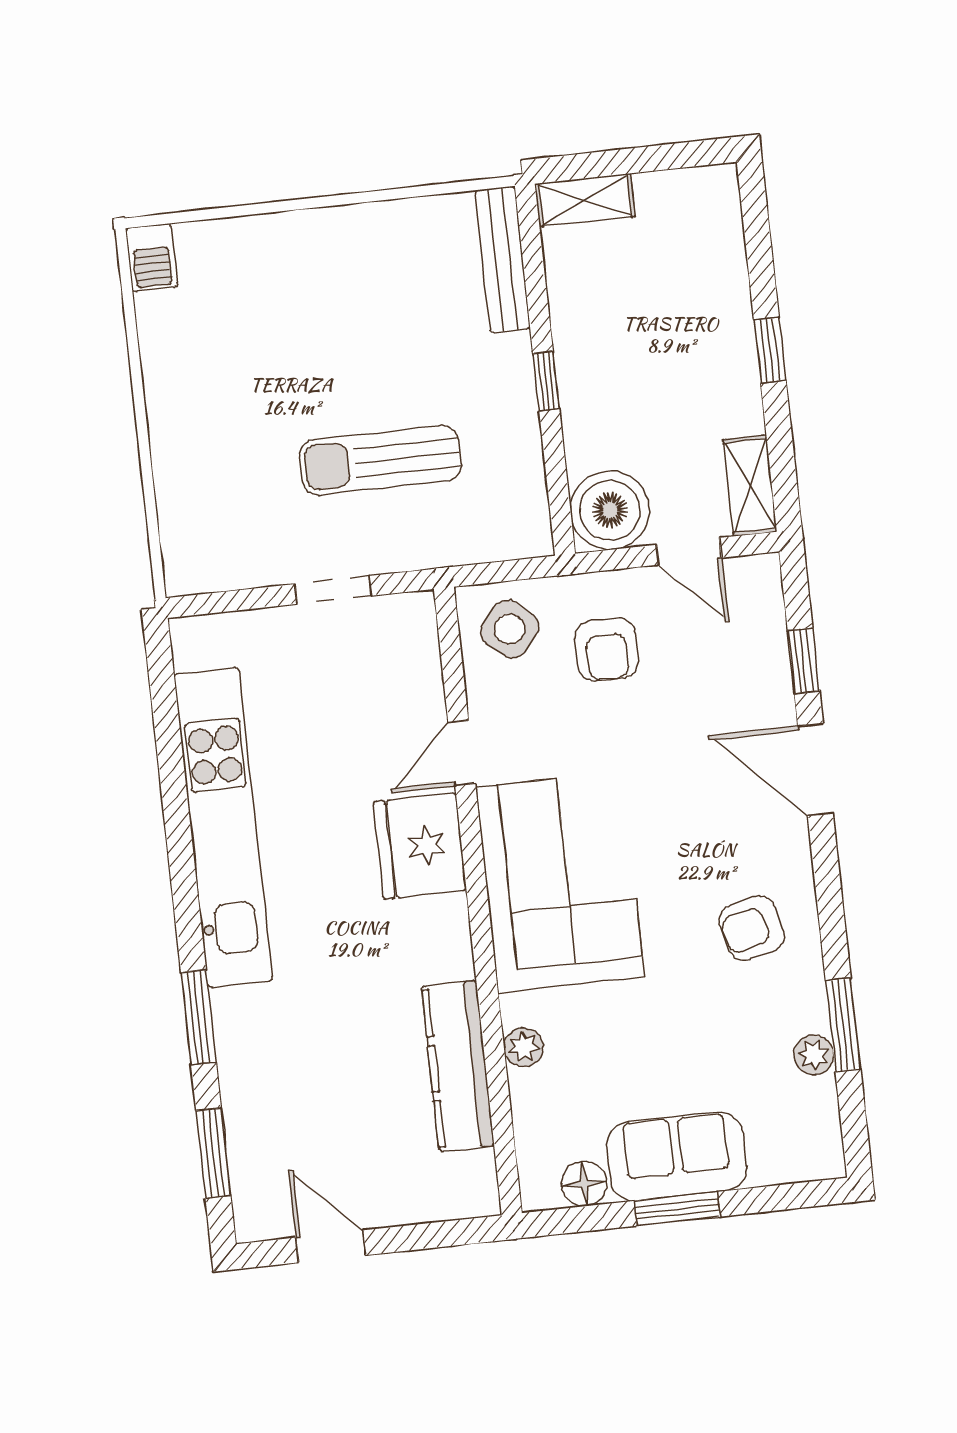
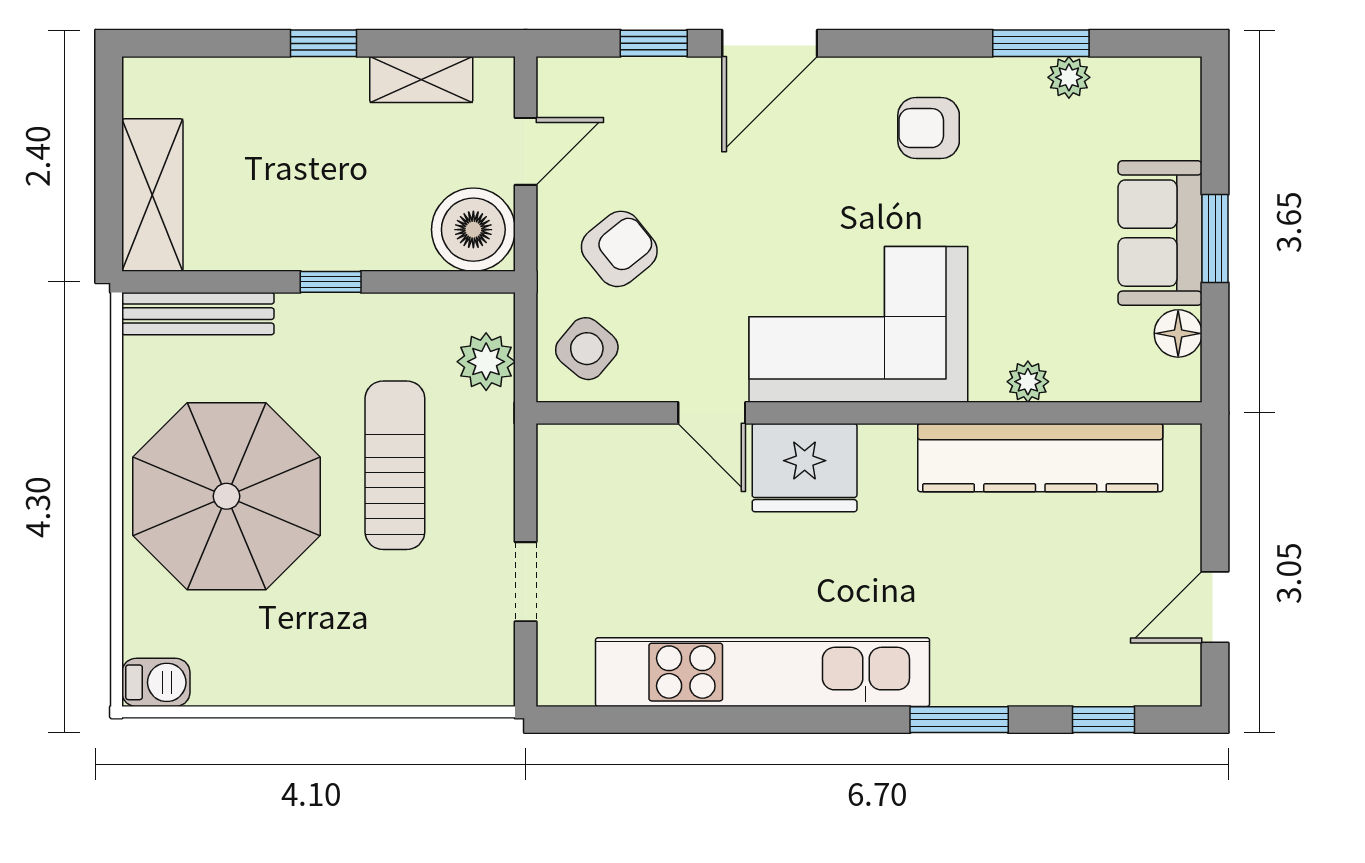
shelving: (585, 200) -> (152, 195), width x1.50, depth x1.33
parasol: (334, 305) -> (227, 496), added
sun lounger: (380, 460) -> (395, 465), turned 180
shelving: (750, 486) -> (421, 80), moved
plant: (487, 536) -> (486, 362), added
doorway: (333, 590) -> (526, 582), moved
armchair: (607, 649) -> (619, 249), turned -39
armchair: (752, 928) -> (929, 128), turned 104
kitchen counter: (458, 1066) -> (1040, 458), width x1.39, depth x1.17
window: (213, 1153) -> (1104, 720), width x0.67

